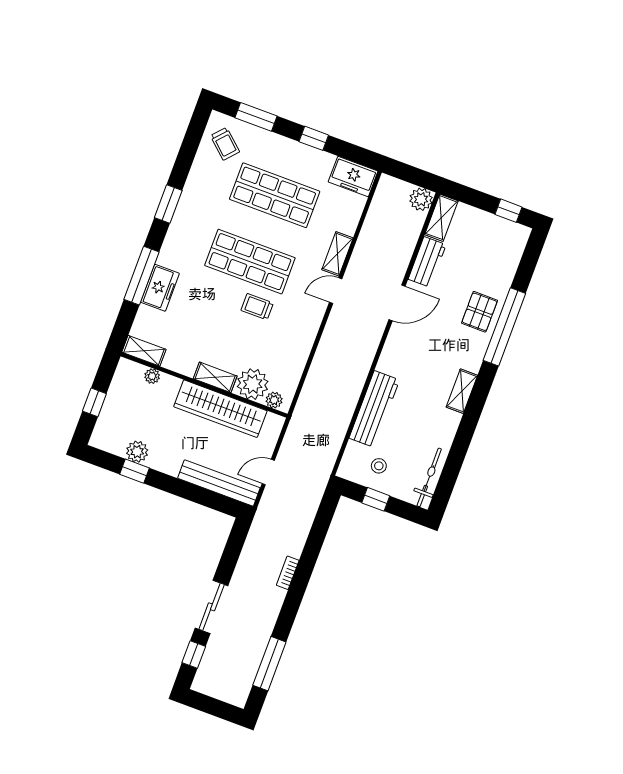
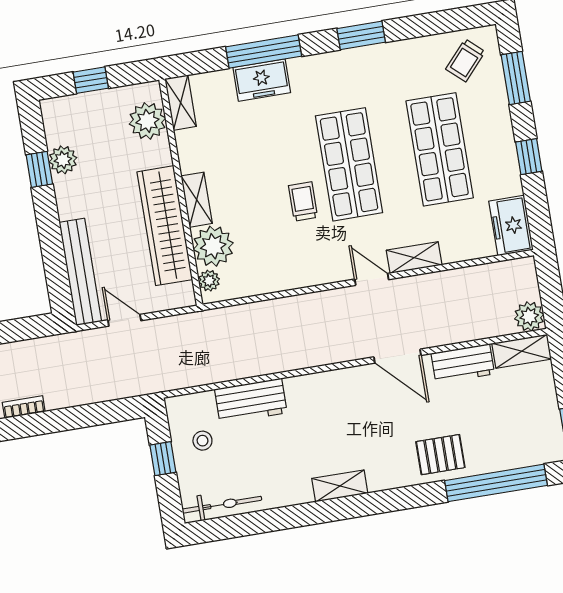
window: (504, 327) -> (496, 483), moved
plant: (152, 376) -> (147, 121), width x1.87, depth x1.87
workbench: (374, 409) -> (251, 401), width x0.73

